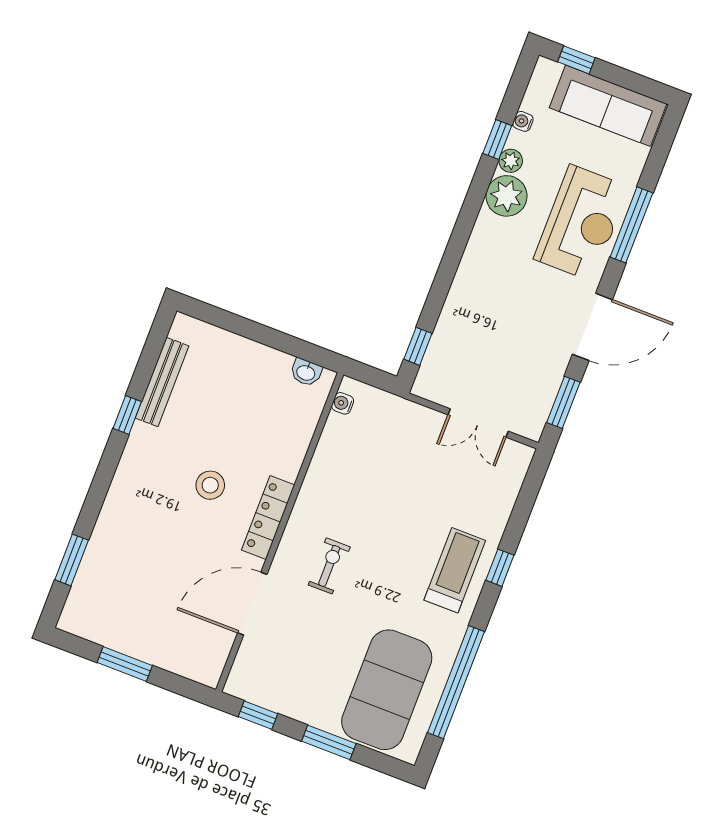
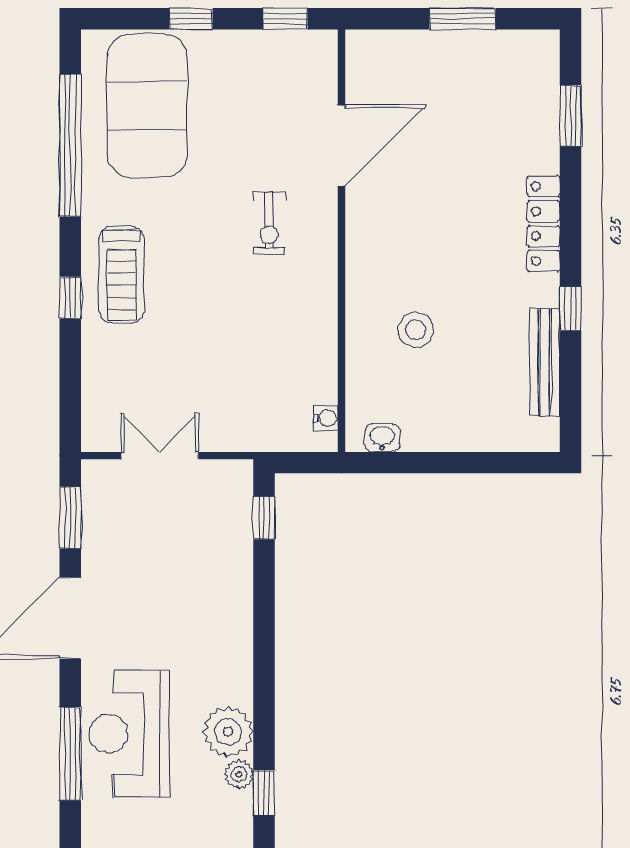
water cooler: (523, 121) -> (242, 825), removed
stool: (210, 485) -> (416, 330), moved
locker: (268, 517) -> (543, 224), moved, turned 180
window: (329, 742) -> (191, 19), width x0.67

